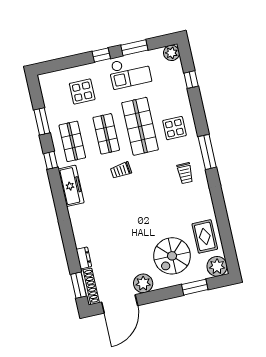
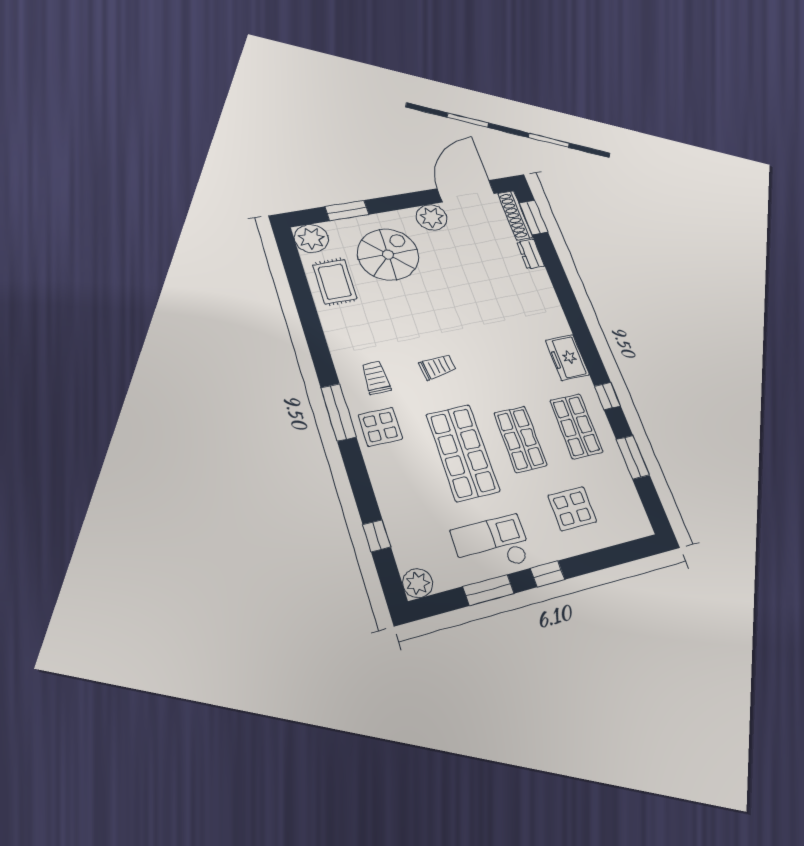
display table: (174, 128) -> (380, 427), moved
trolley: (121, 170) -> (437, 367), moved
freezer: (71, 186) -> (567, 358), width x0.71

